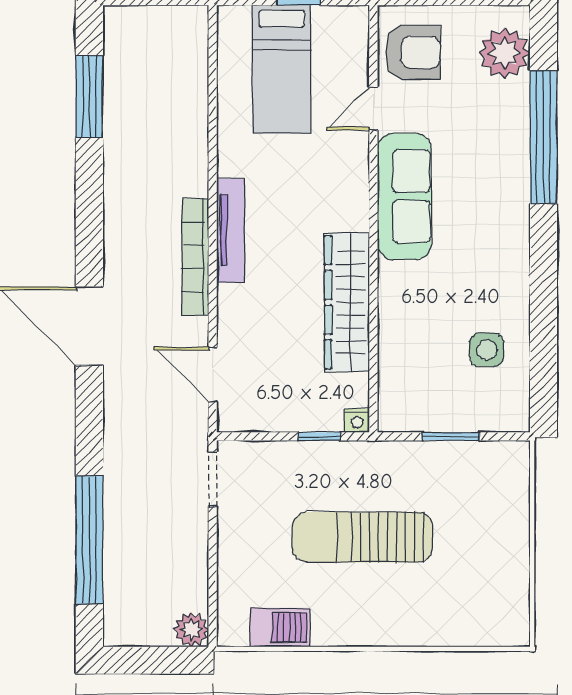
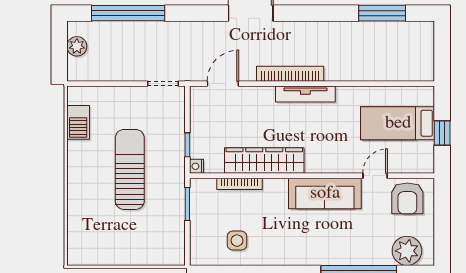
door: (373, 109) -> (375, 176), hinge flipped
bookcase: (388, 346) -> (239, 184), added
window: (451, 436) -> (187, 204), moved
plant: (191, 630) -> (77, 46), moved

